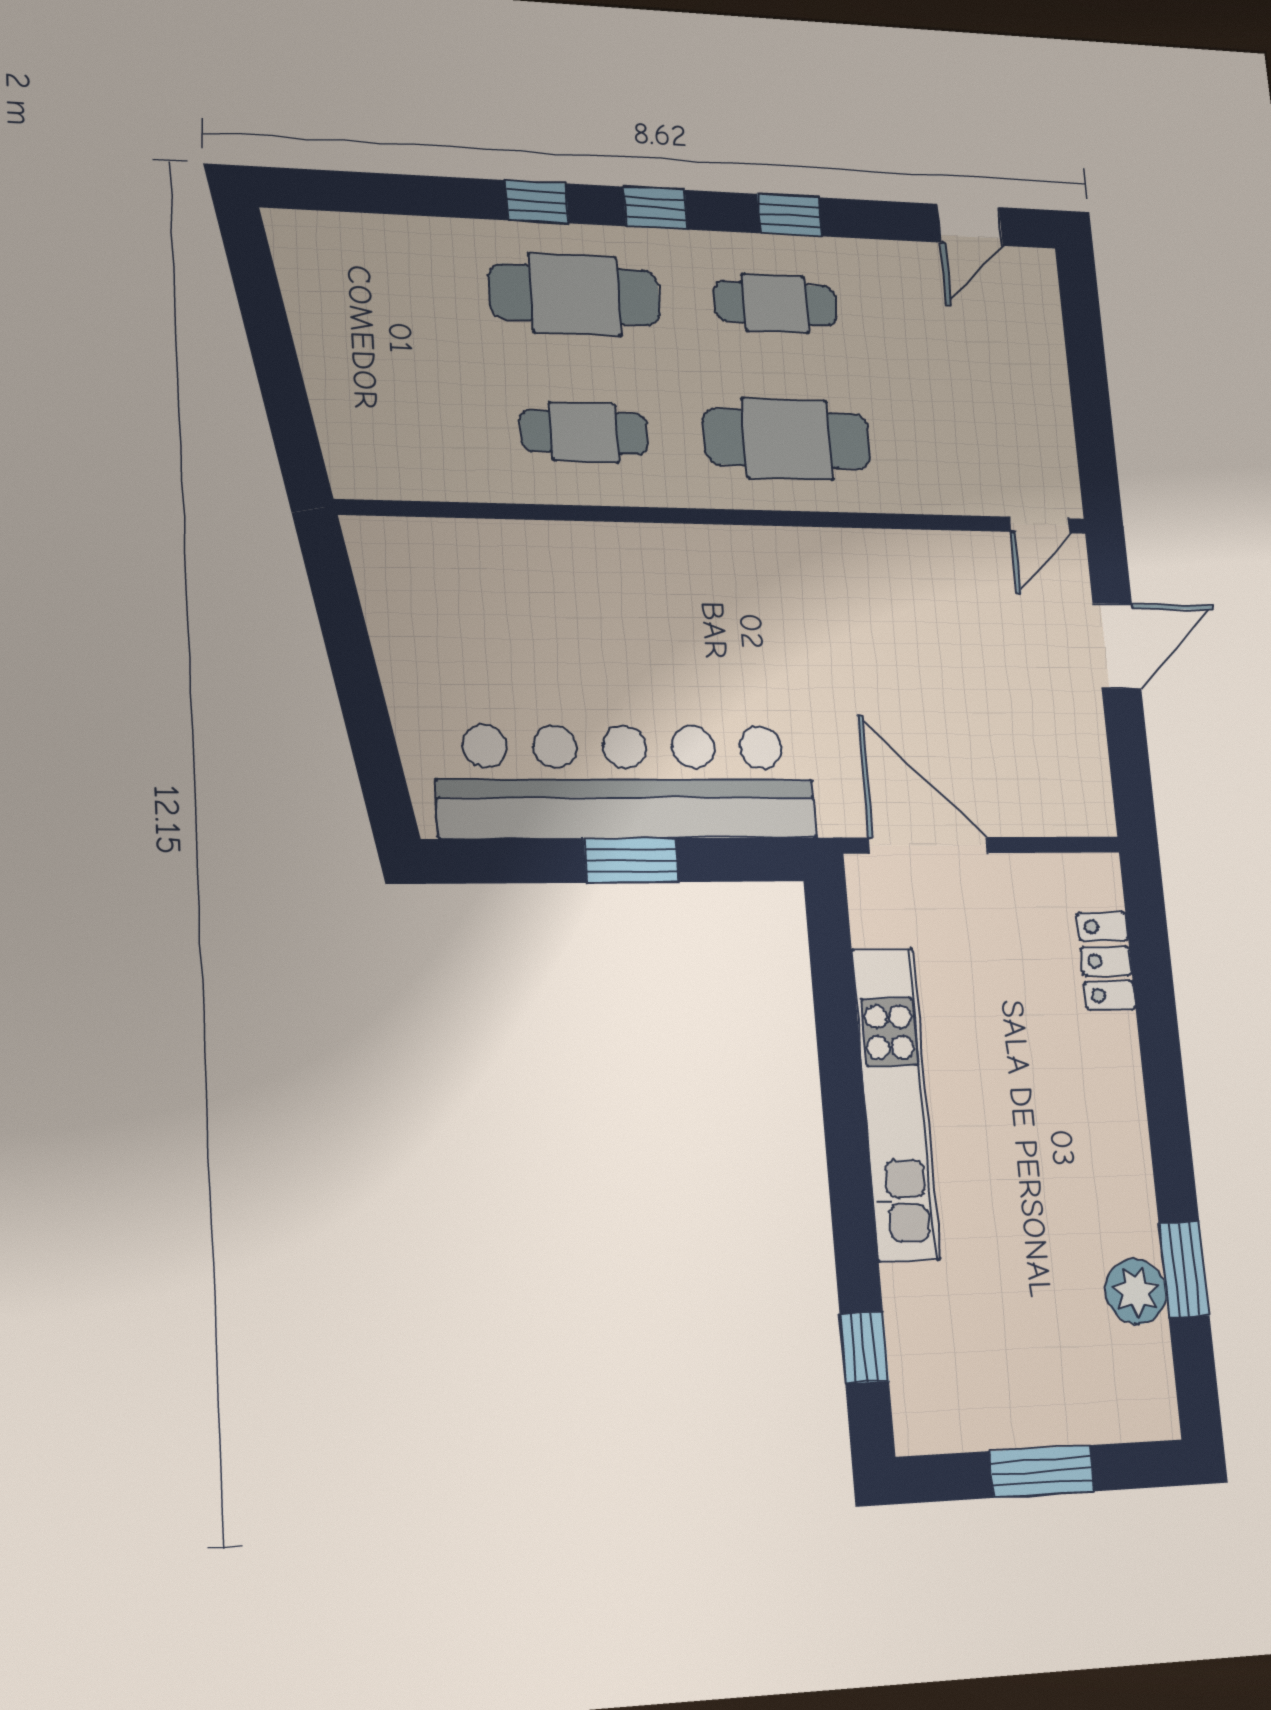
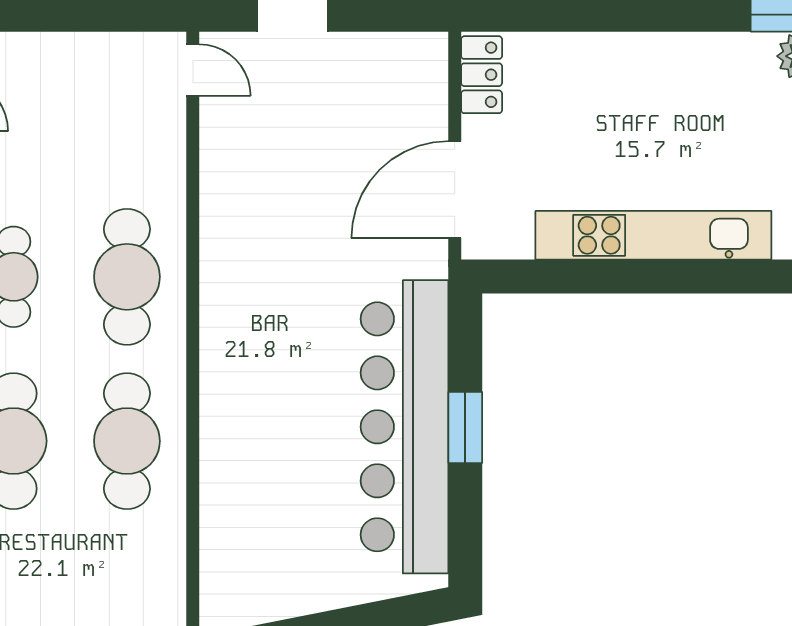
cafe table: (584, 432) -> (127, 441), width x1.37, depth x1.35
locker: (1106, 961) -> (482, 75), moved, turned -90

